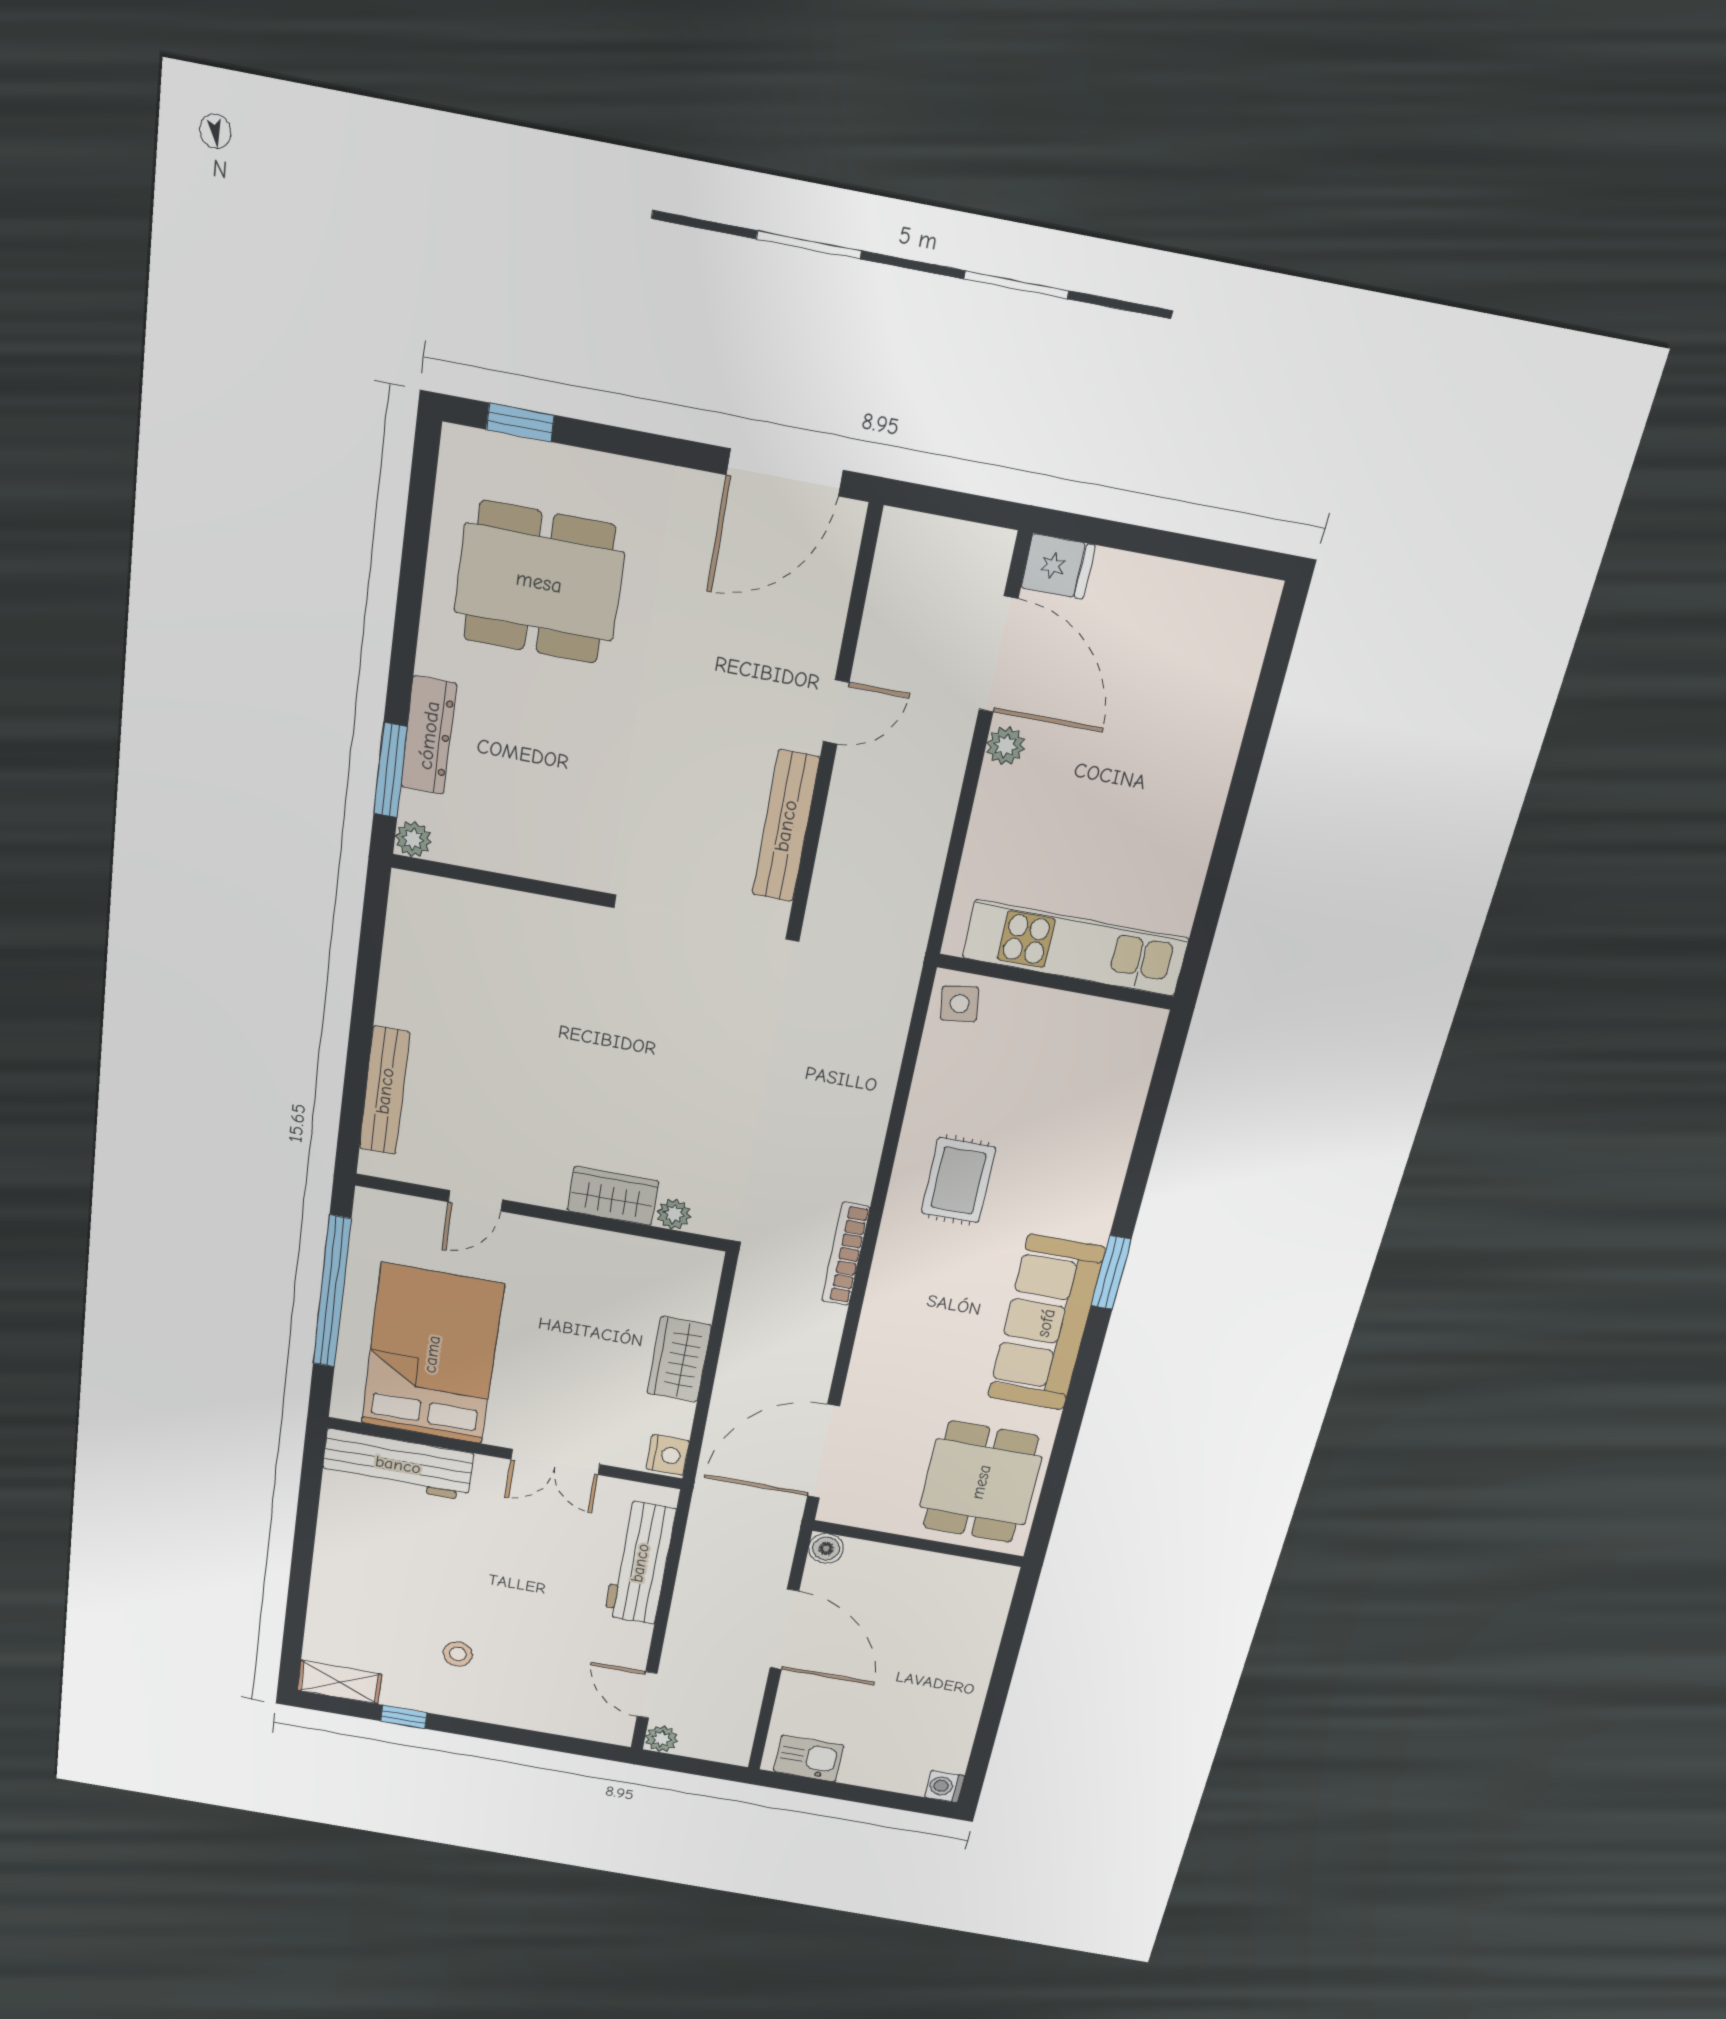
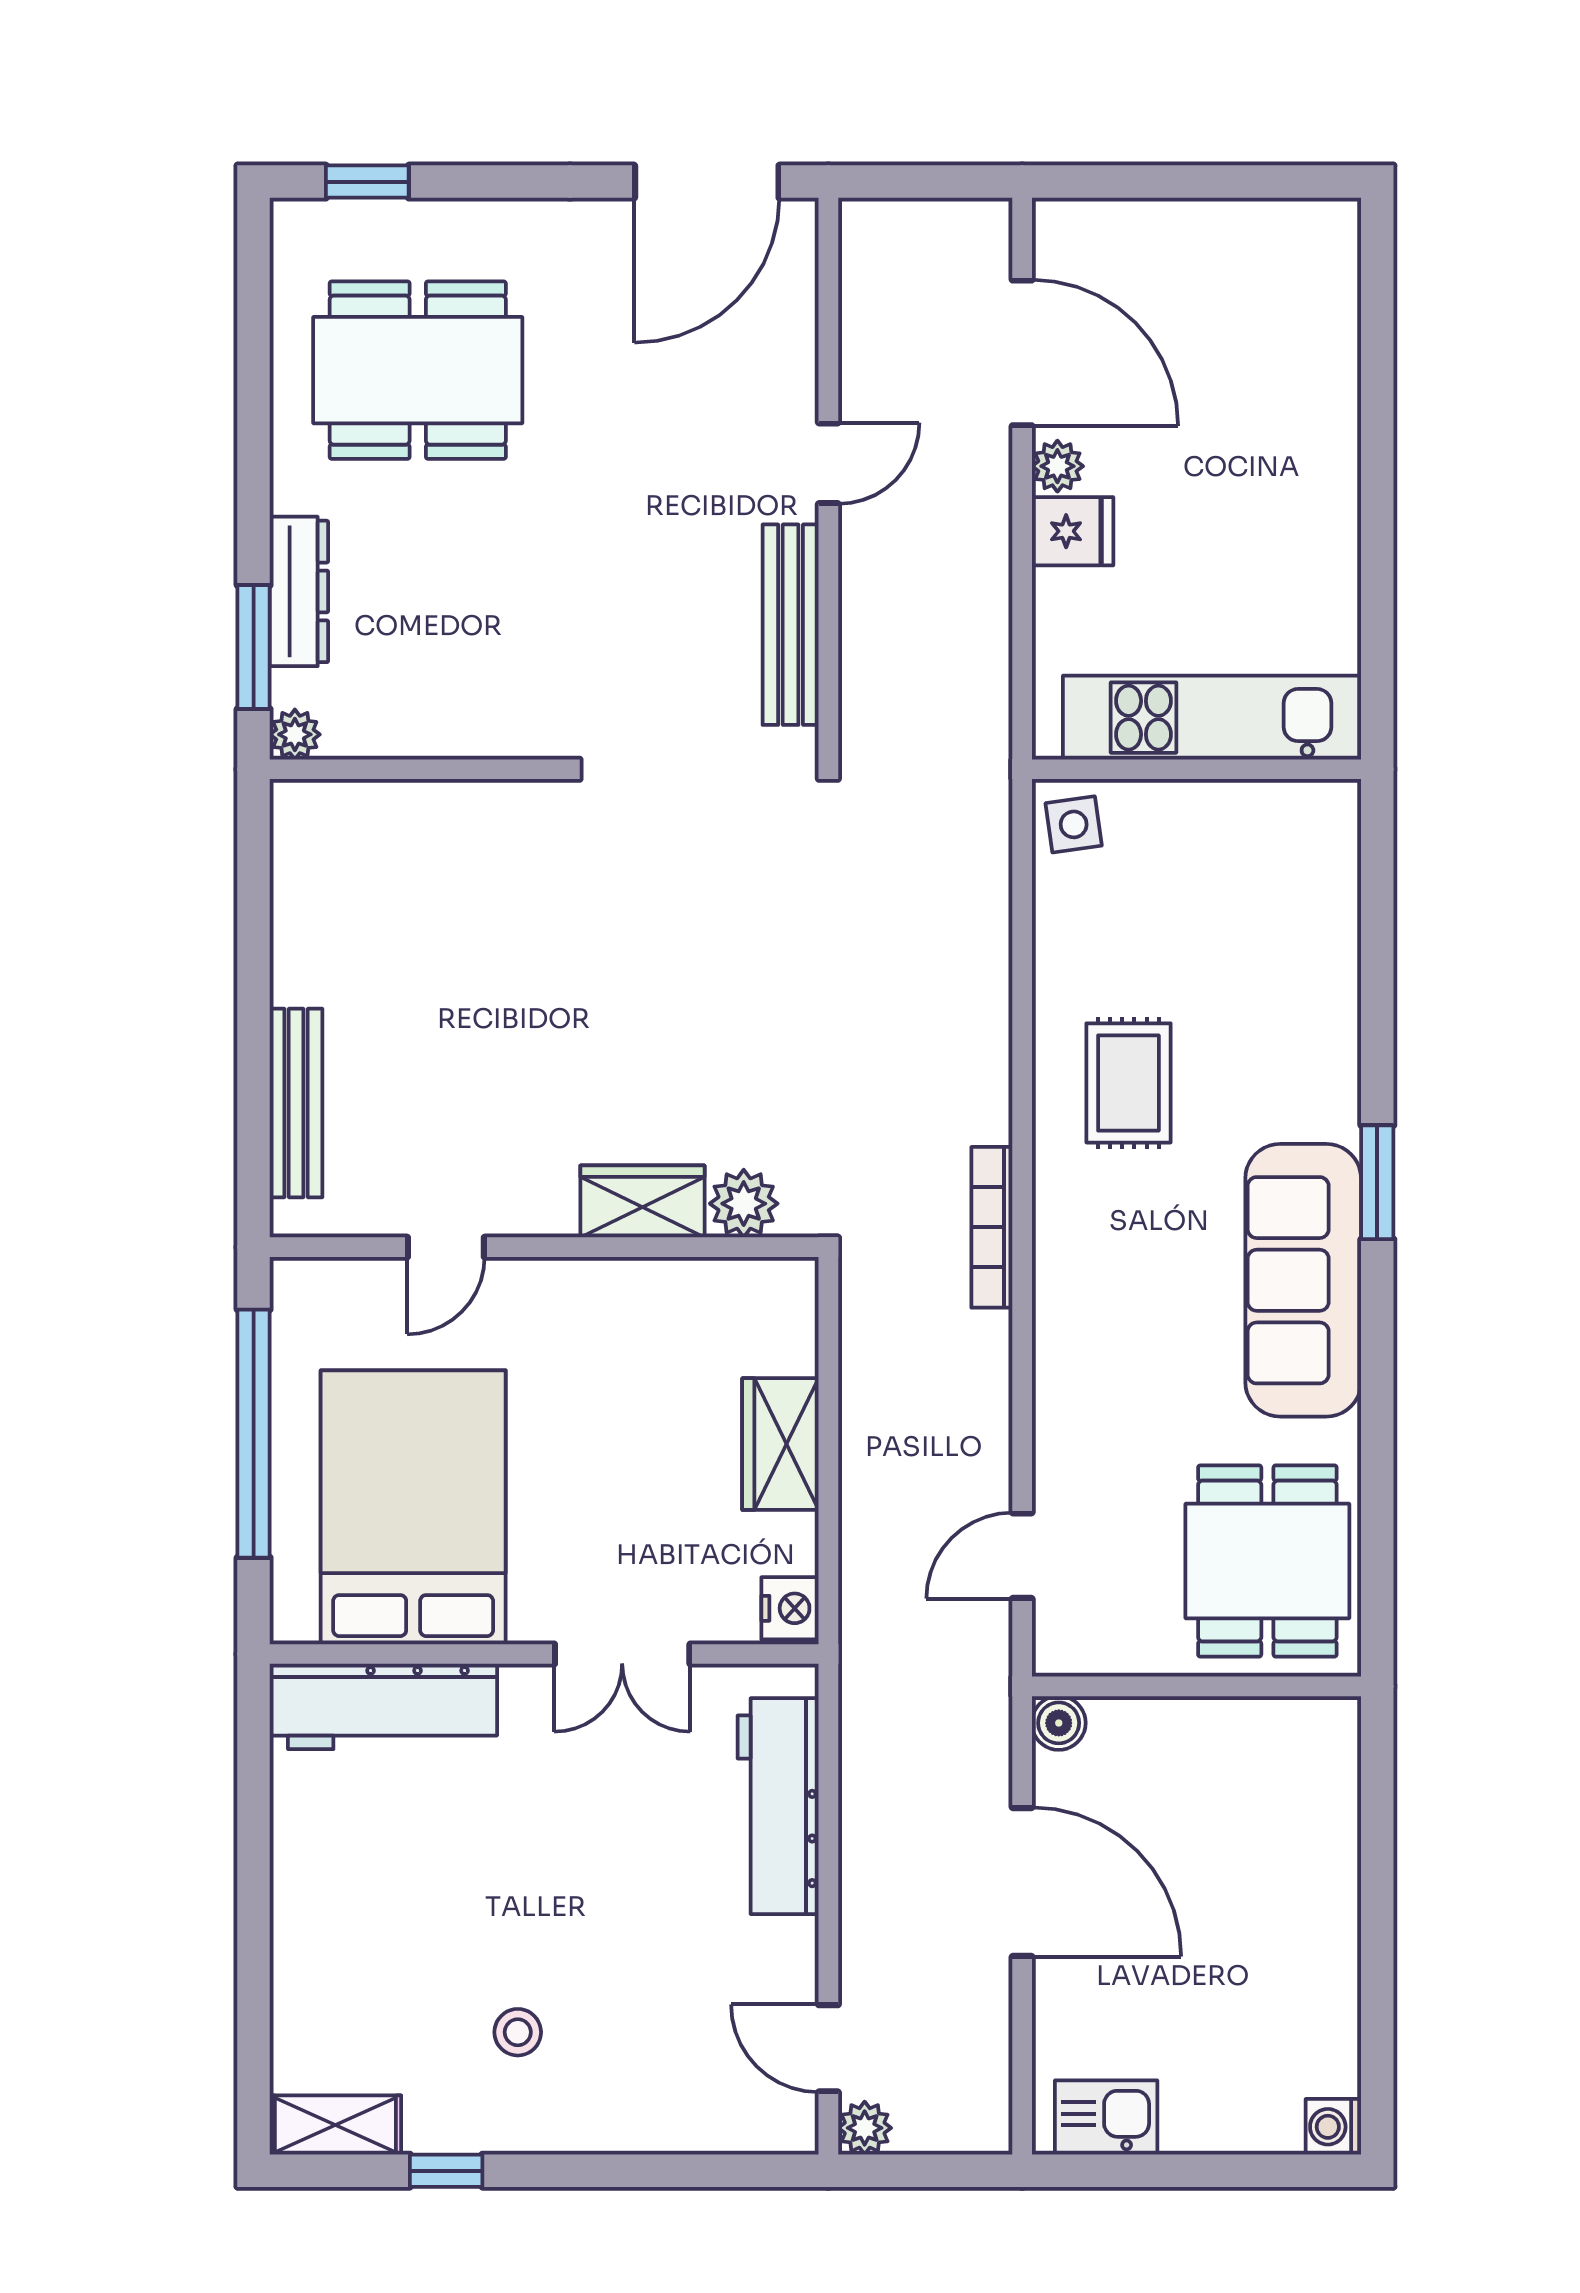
fridge: (1058, 566) -> (1073, 531), moved
plant: (674, 1214) -> (744, 1204), width x1.38, depth x1.38
door: (823, 1451) -> (1022, 1556), width x0.53

